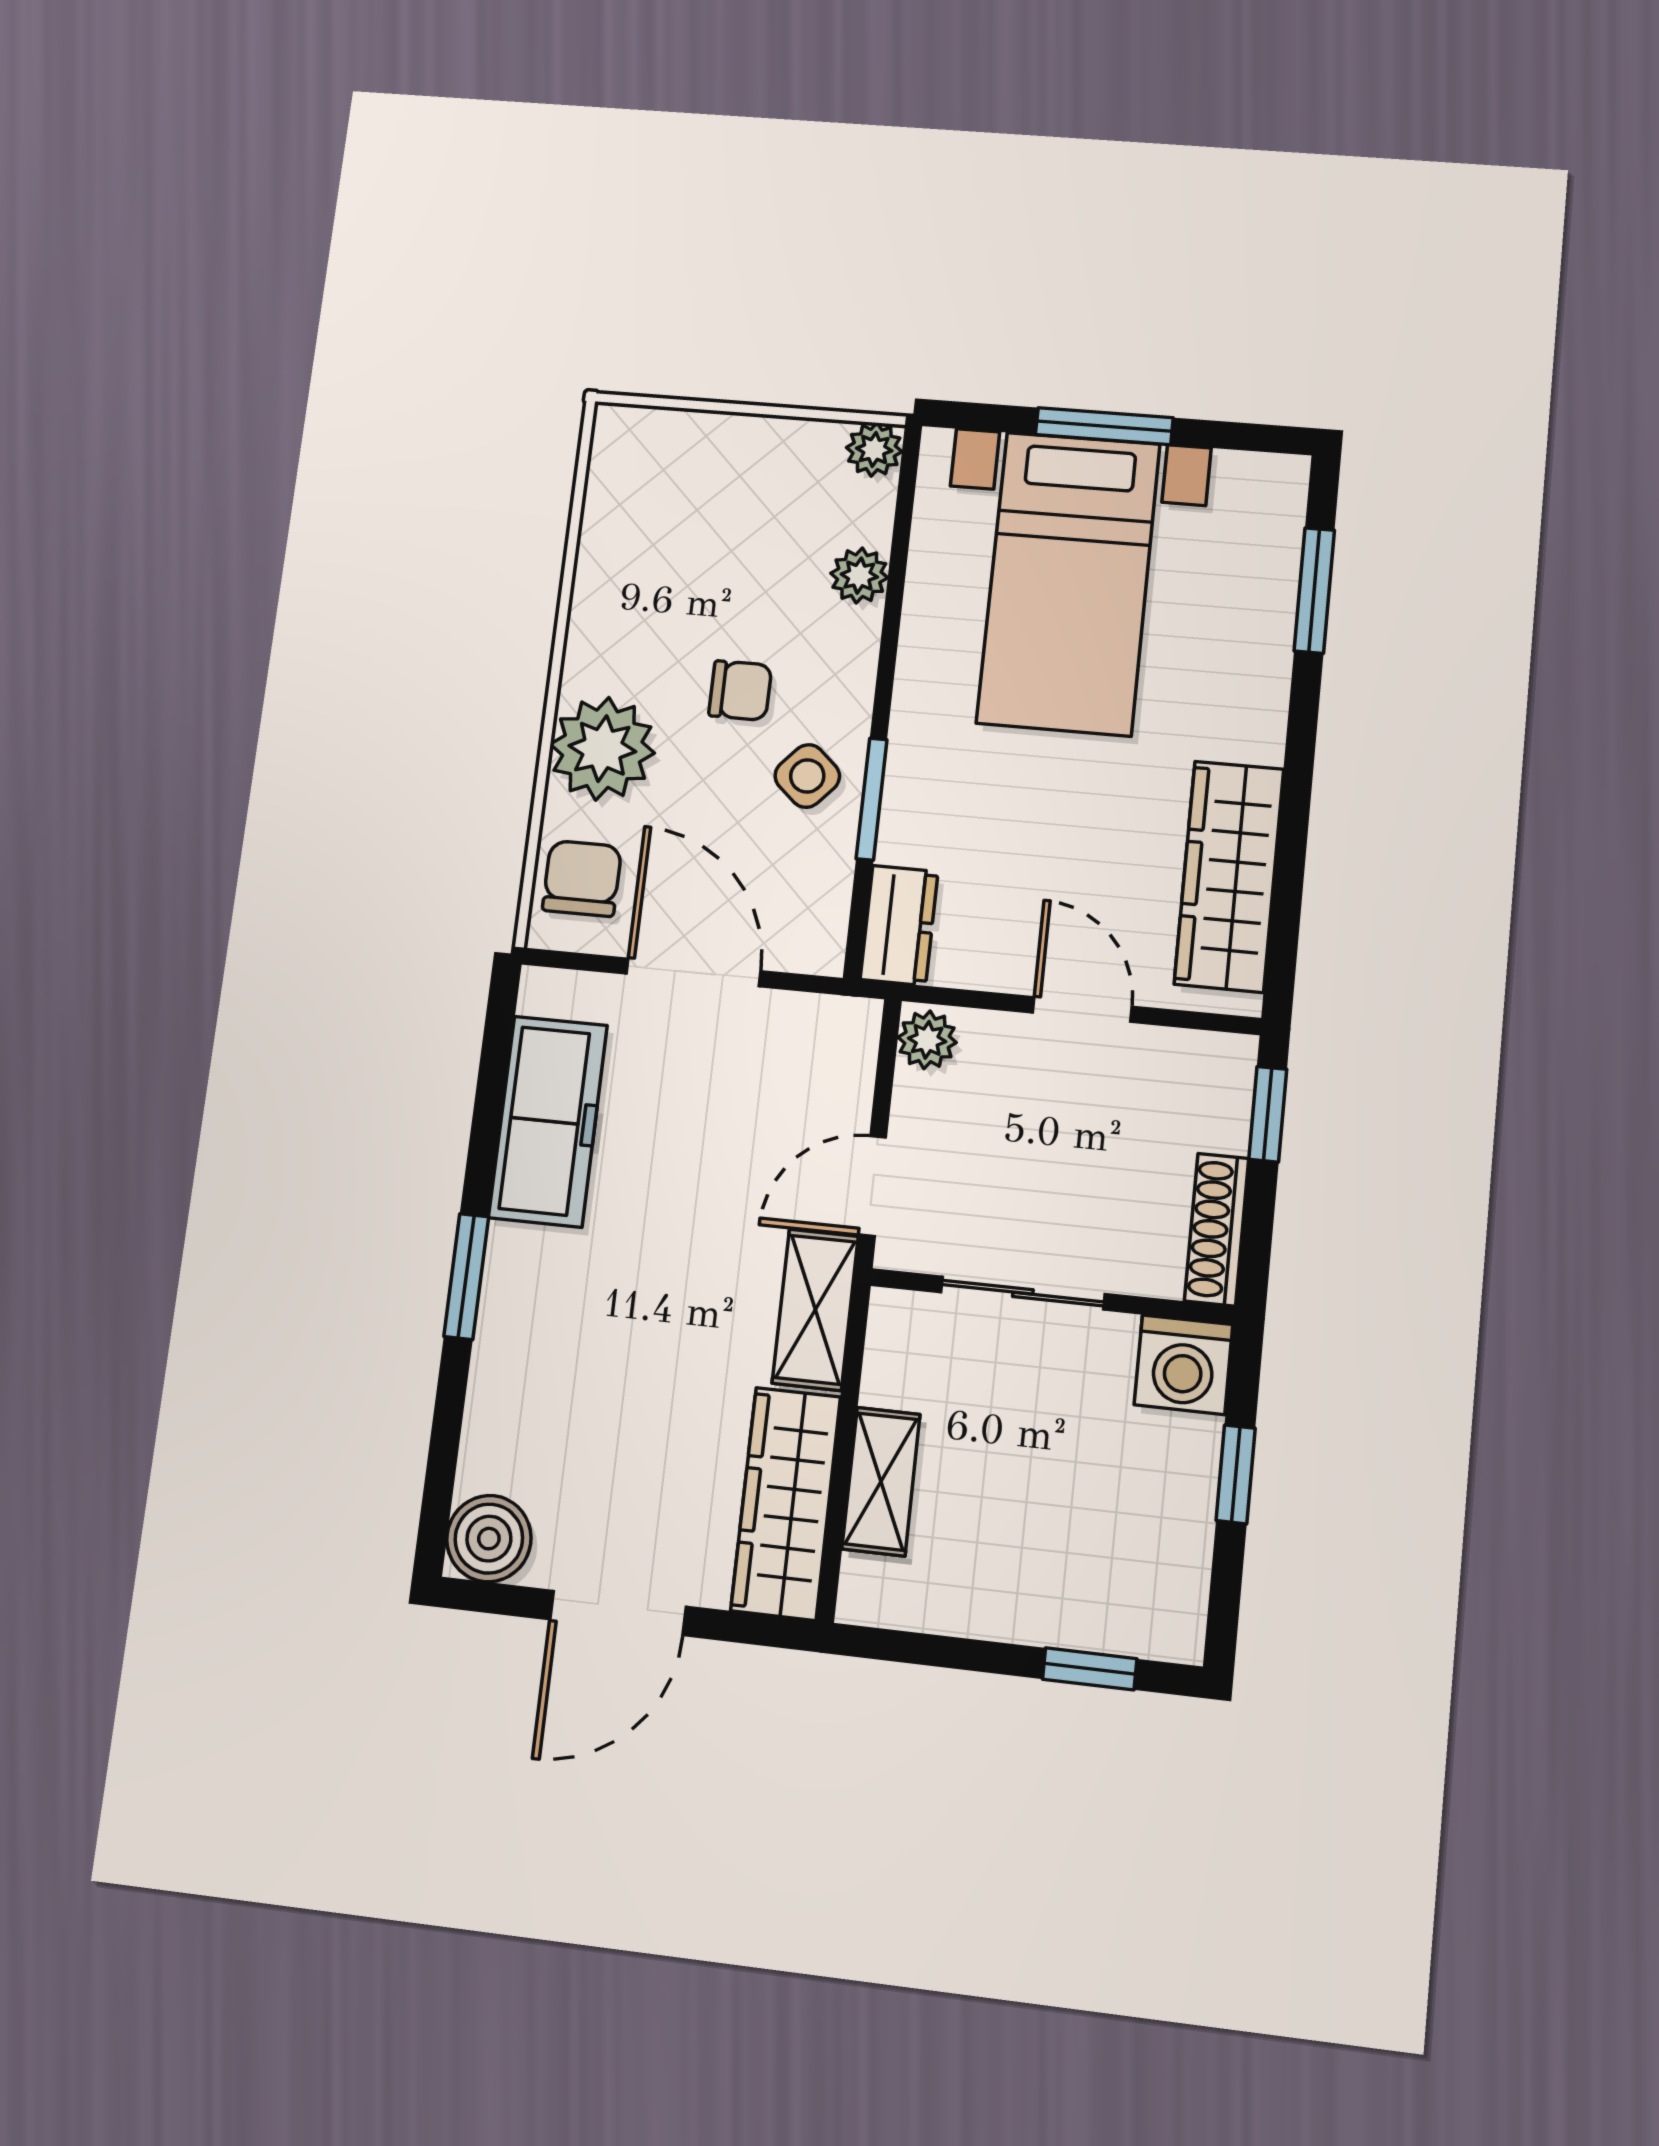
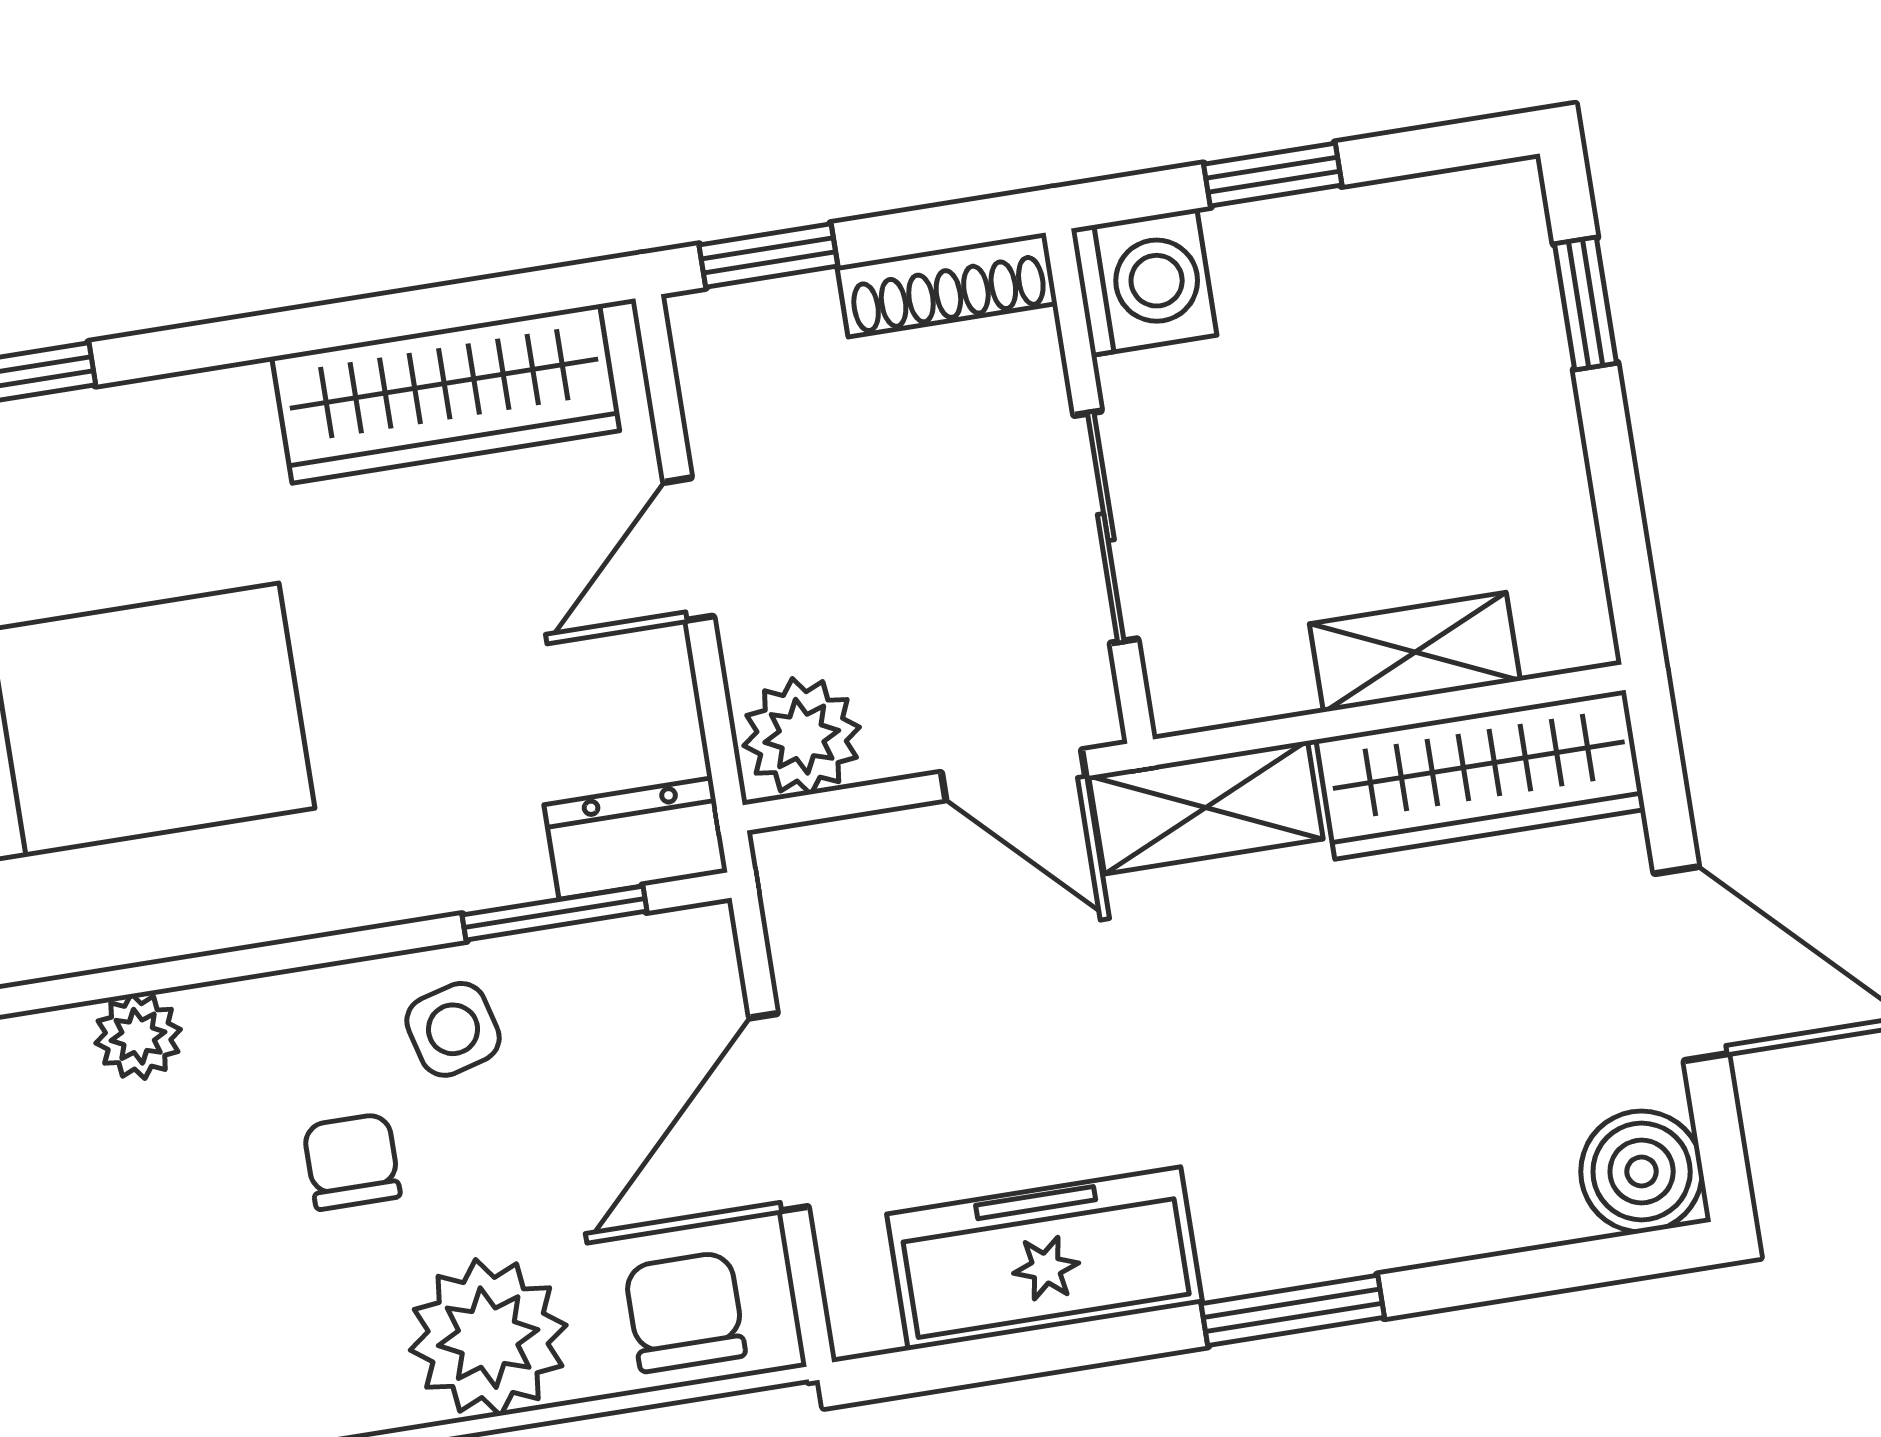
side table: (807, 776) -> (453, 1029), turned 33
window: (872, 799) -> (555, 913), moved
chair: (582, 878) -> (685, 1312), turned 90
plant: (927, 1040) -> (802, 736), width x1.38, depth x1.38

